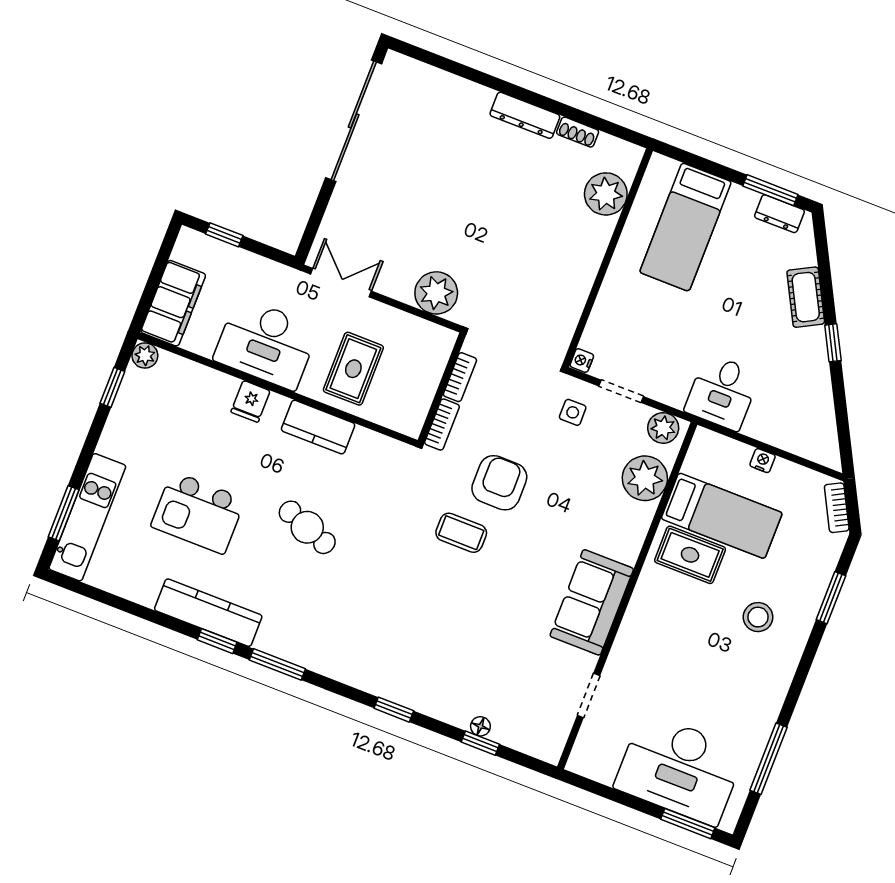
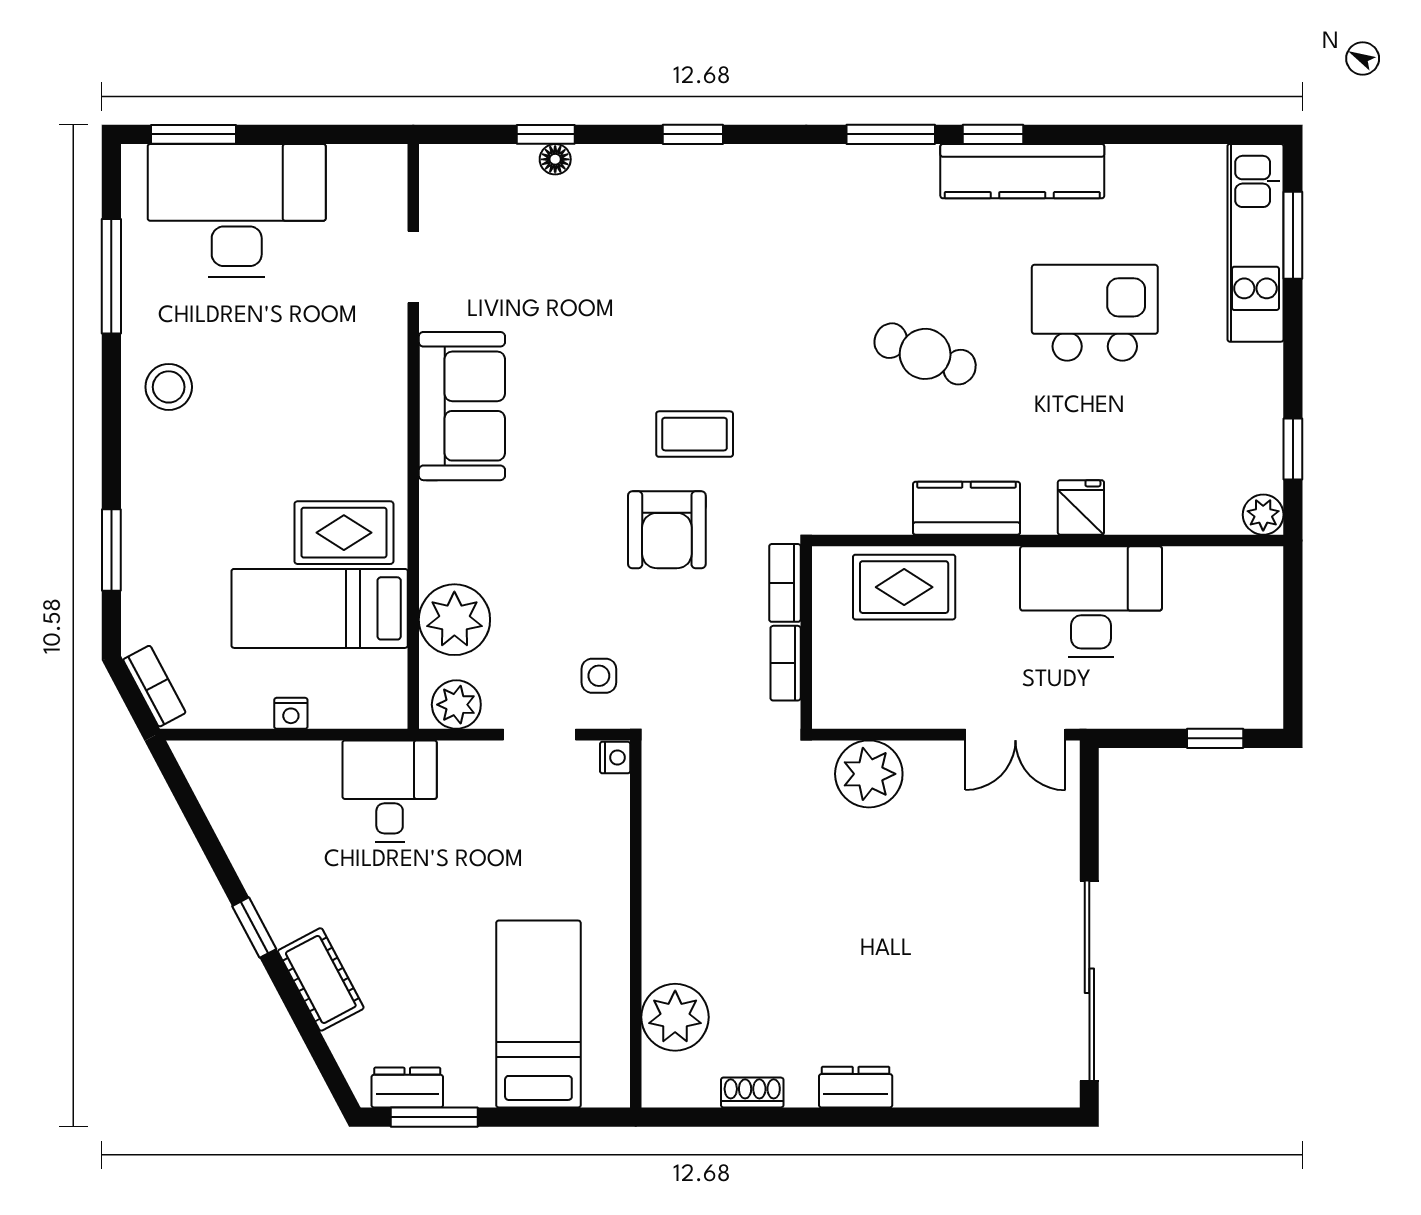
dresser: (525, 115) -> (856, 1087), width x0.70
filing cabinet: (173, 303) -> (1251, 608), removed
rug: (353, 369) -> (904, 587), moved, turned 90
stool: (758, 617) -> (169, 387), moved

